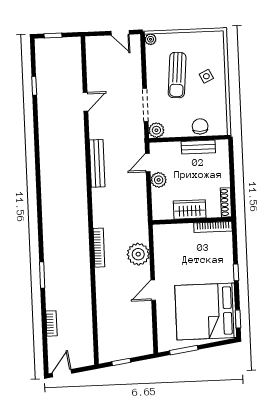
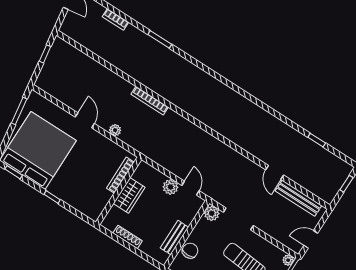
chair: (200, 126) -> (190, 251), turned -90
bench: (97, 163) -> (299, 198), moved
shoe rack: (226, 202) -> (128, 237), moved
bookcase: (213, 227) -> (120, 175), moved
plant: (138, 254) -> (115, 130), width x0.53, depth x0.53

